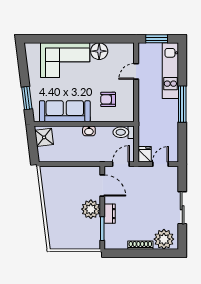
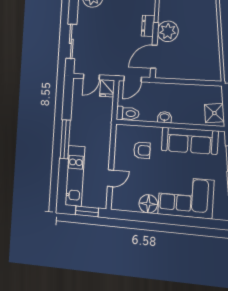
door: (102, 185) -> (154, 57), hinge flipped
sliding door: (182, 208) -> (71, 41), moved

